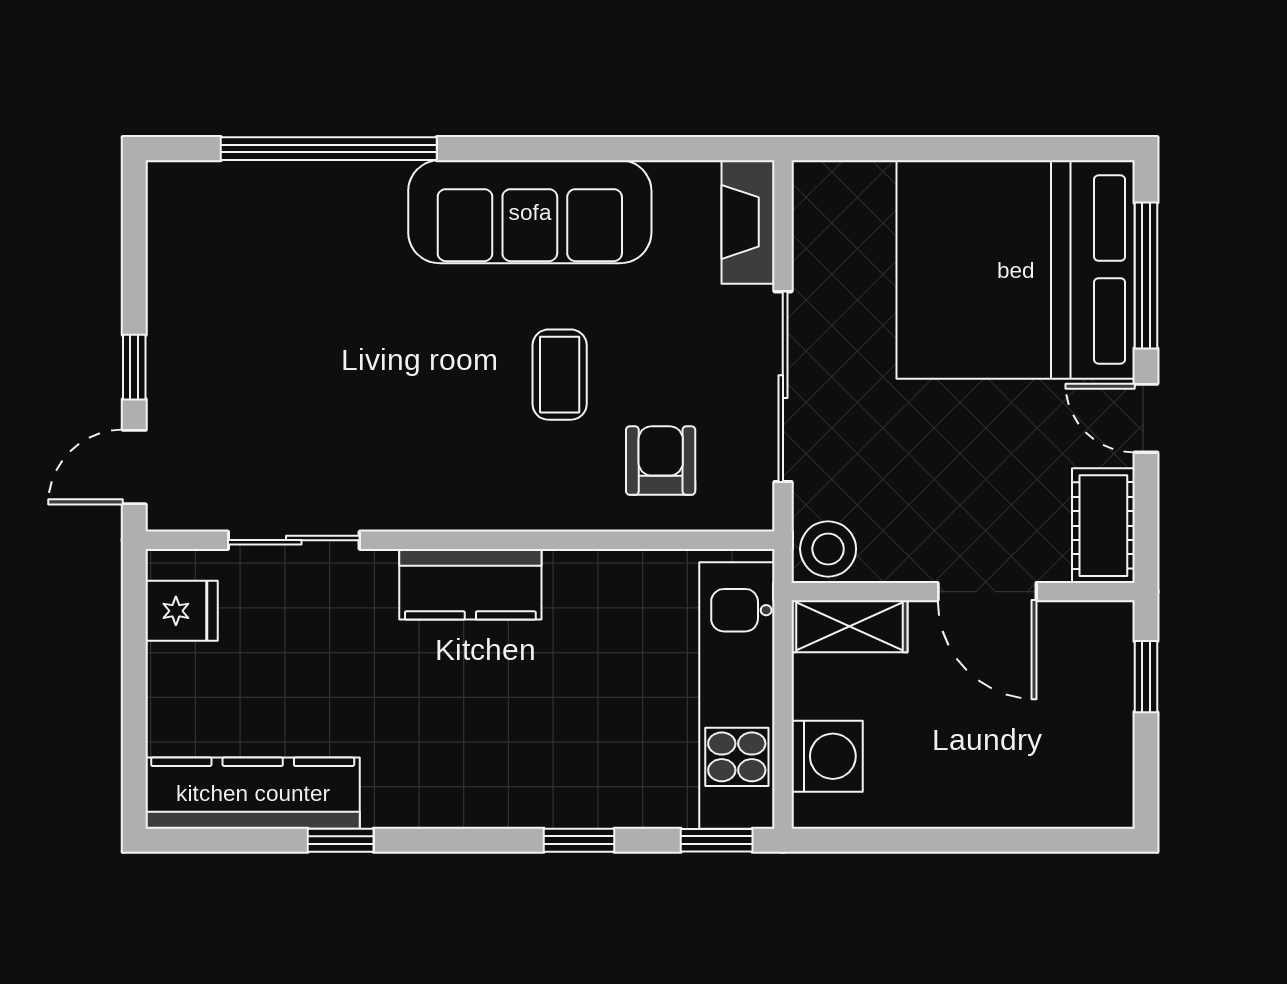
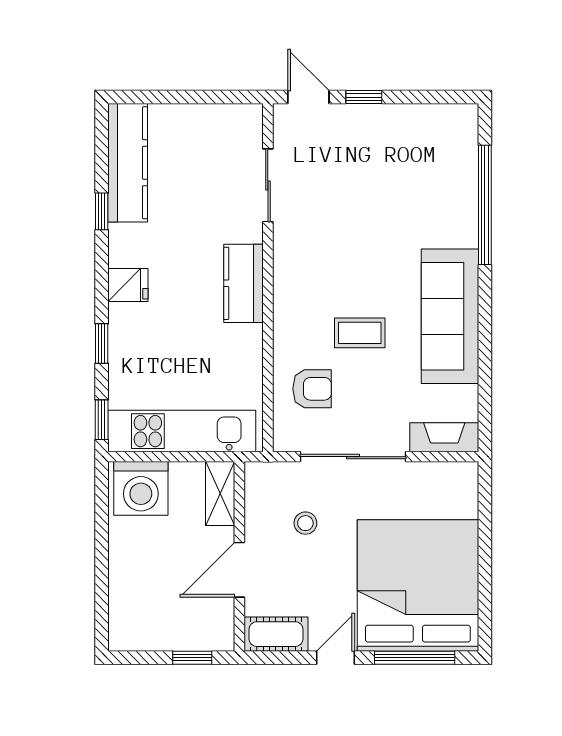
stool: (828, 549) -> (305, 523), moved, width x0.73, depth x0.73
fridge: (182, 611) -> (128, 285), moved, turned -90
washing machine: (827, 756) -> (141, 488), width x1.37, depth x1.37

